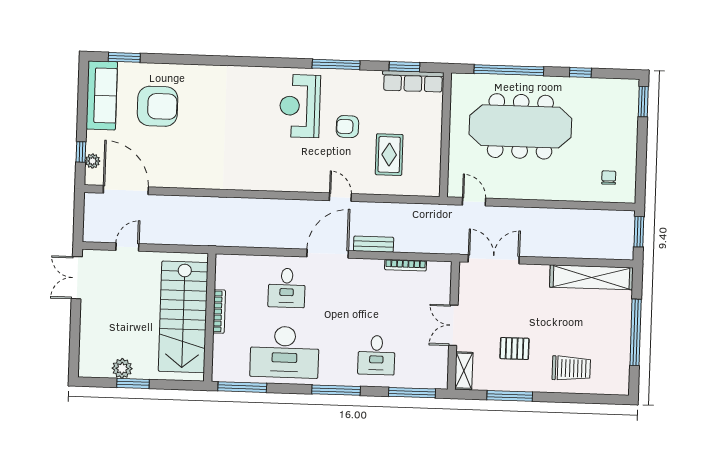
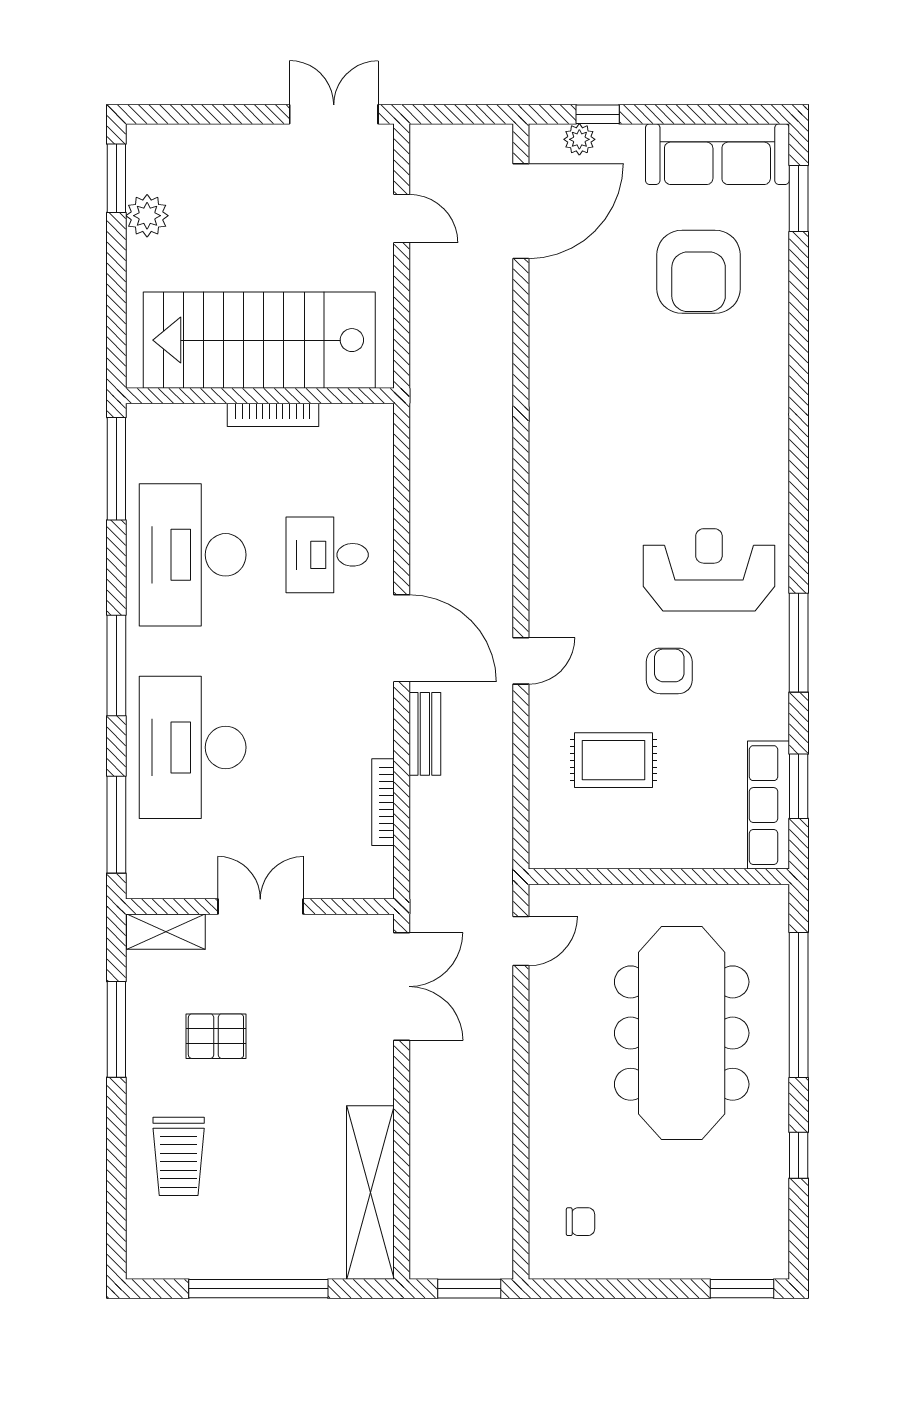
pallet: (515, 348) -> (216, 1036), turned 90
desk: (376, 355) -> (193, 747), width x1.87, depth x1.30
window: (133, 383) -> (116, 178), moved

